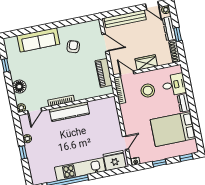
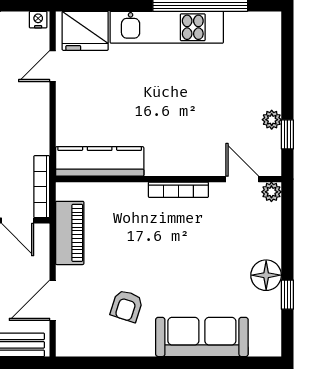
door: (105, 43) -> (53, 300), hinge flipped
floor lamp: (19, 87) -> (266, 275), moved
door: (35, 111) -> (242, 179), hinge flipped
kitchen counter: (69, 112) -> (100, 161), moved
window: (23, 152) -> (287, 134), moved

